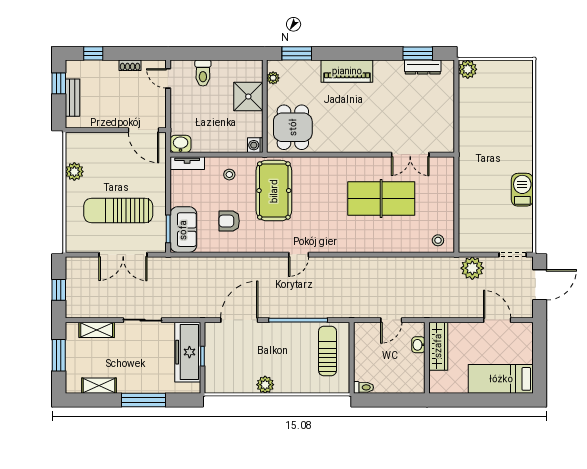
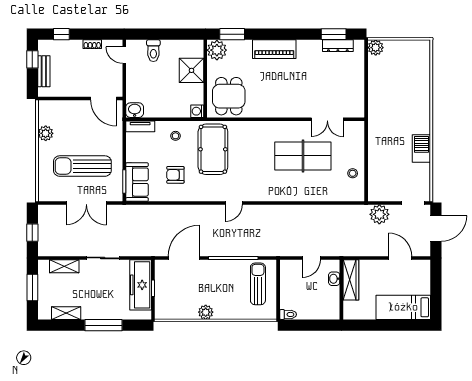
plant: (273, 78) -> (217, 50), width x1.88, depth x1.88
stool: (438, 240) -> (353, 173), moved

